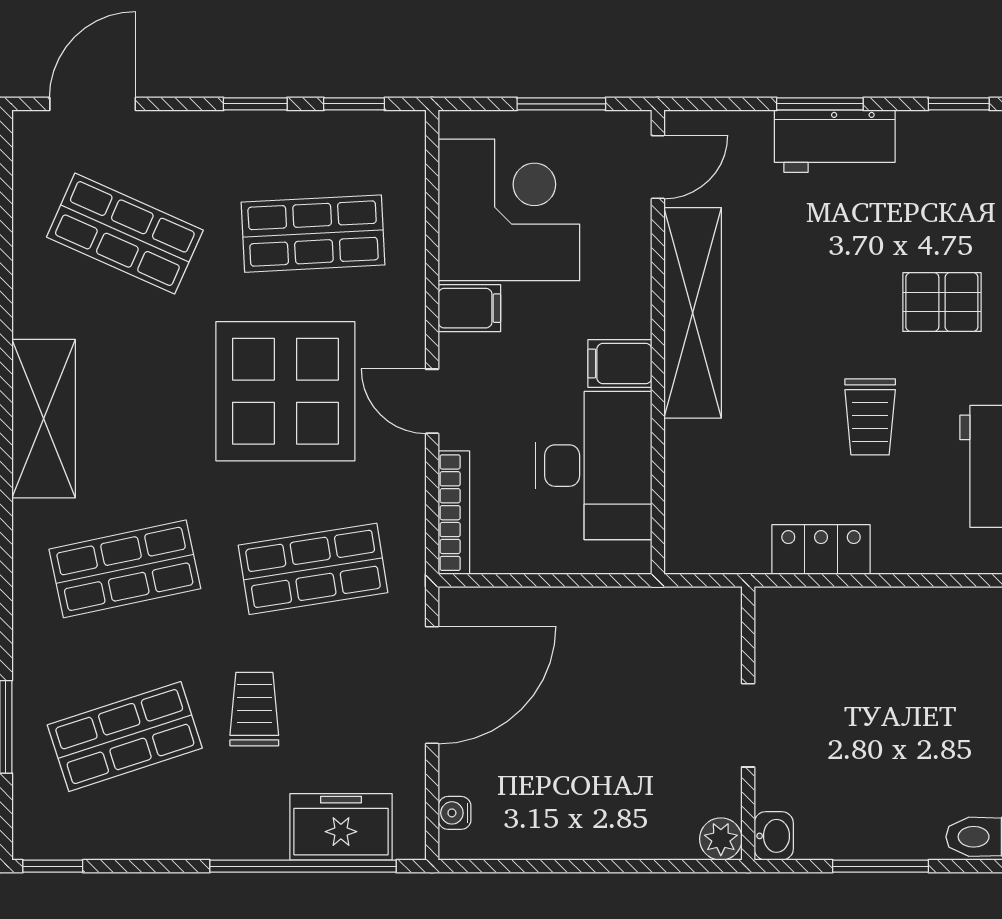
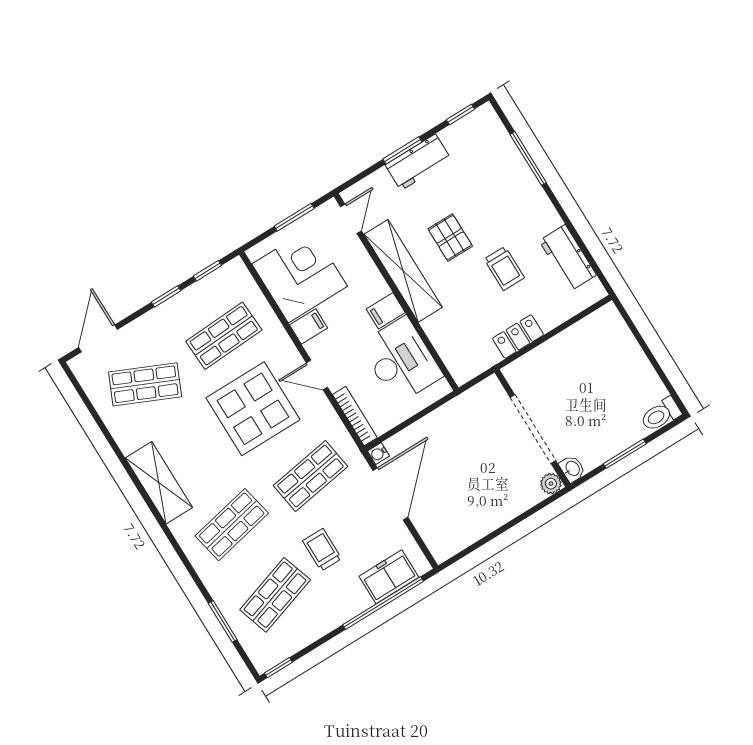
pallet: (942, 302) -> (450, 237), moved, turned 90
doorway: (748, 725) -> (533, 429), width x1.88
water cooler: (455, 813) -> (378, 454), moved

